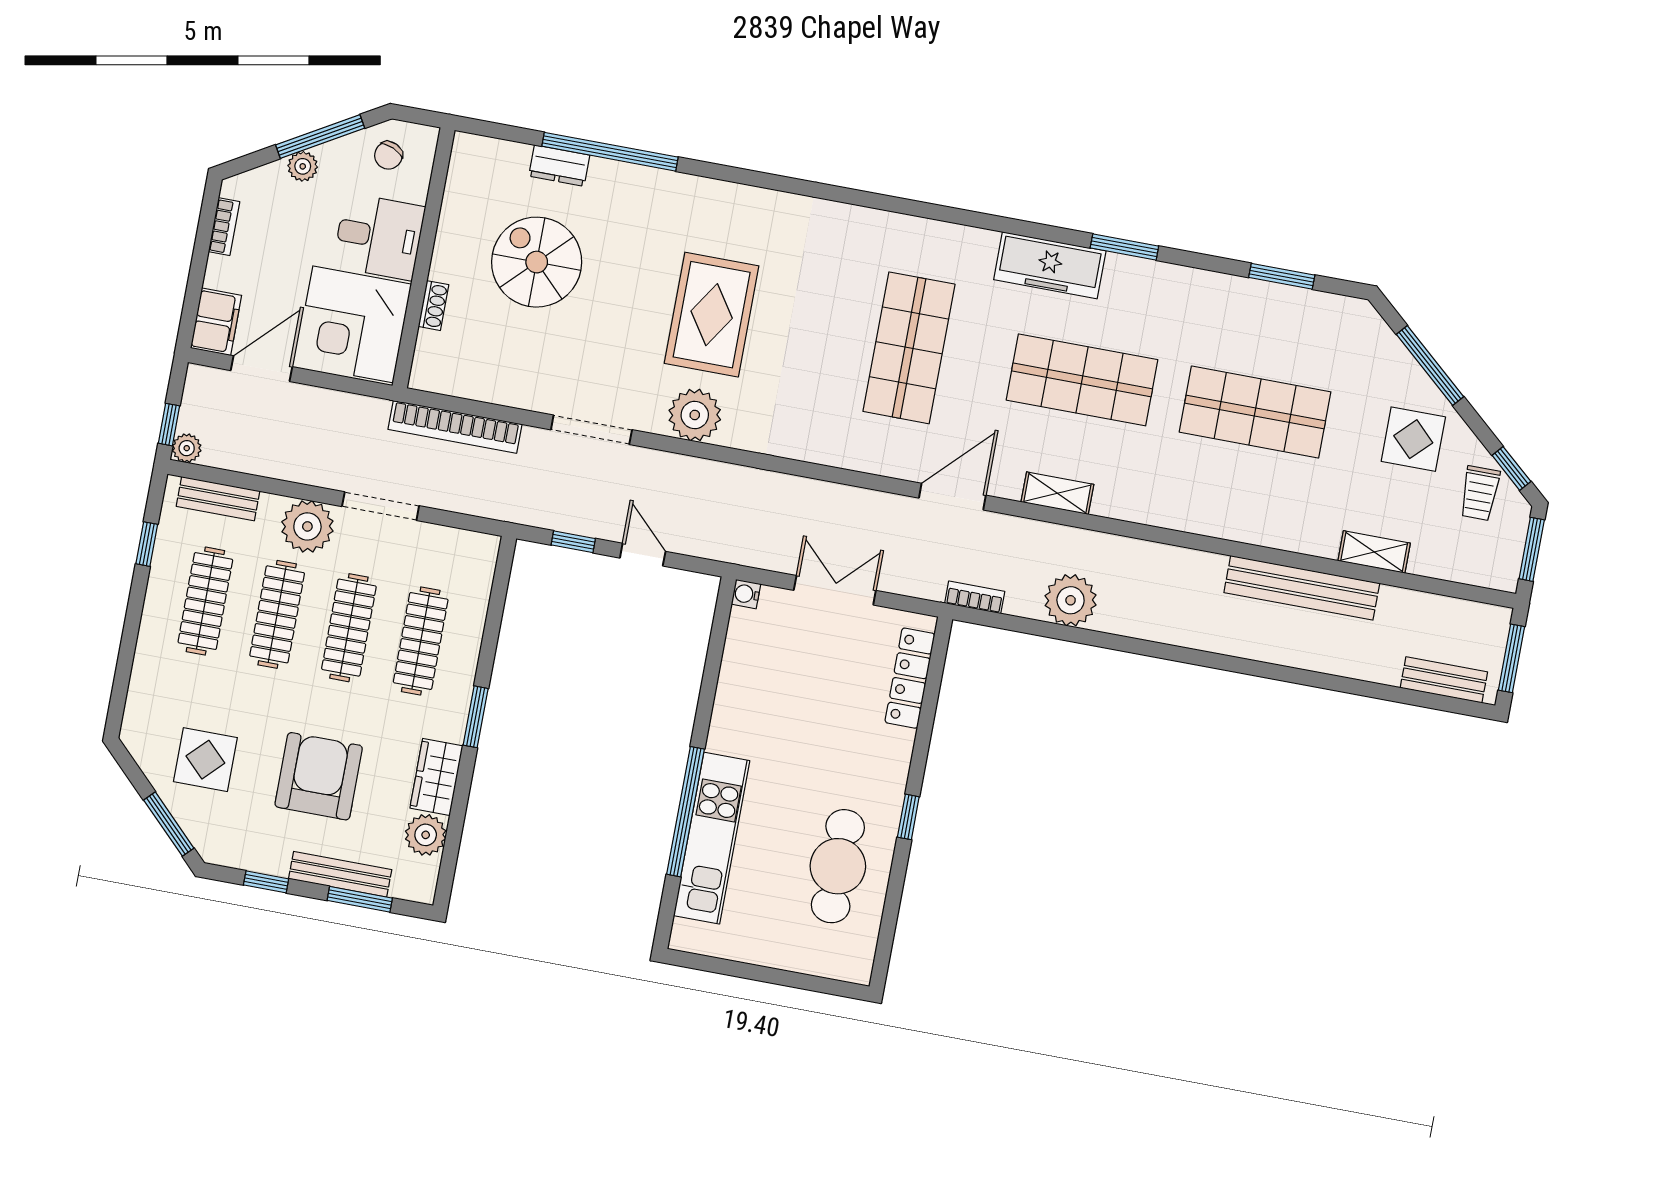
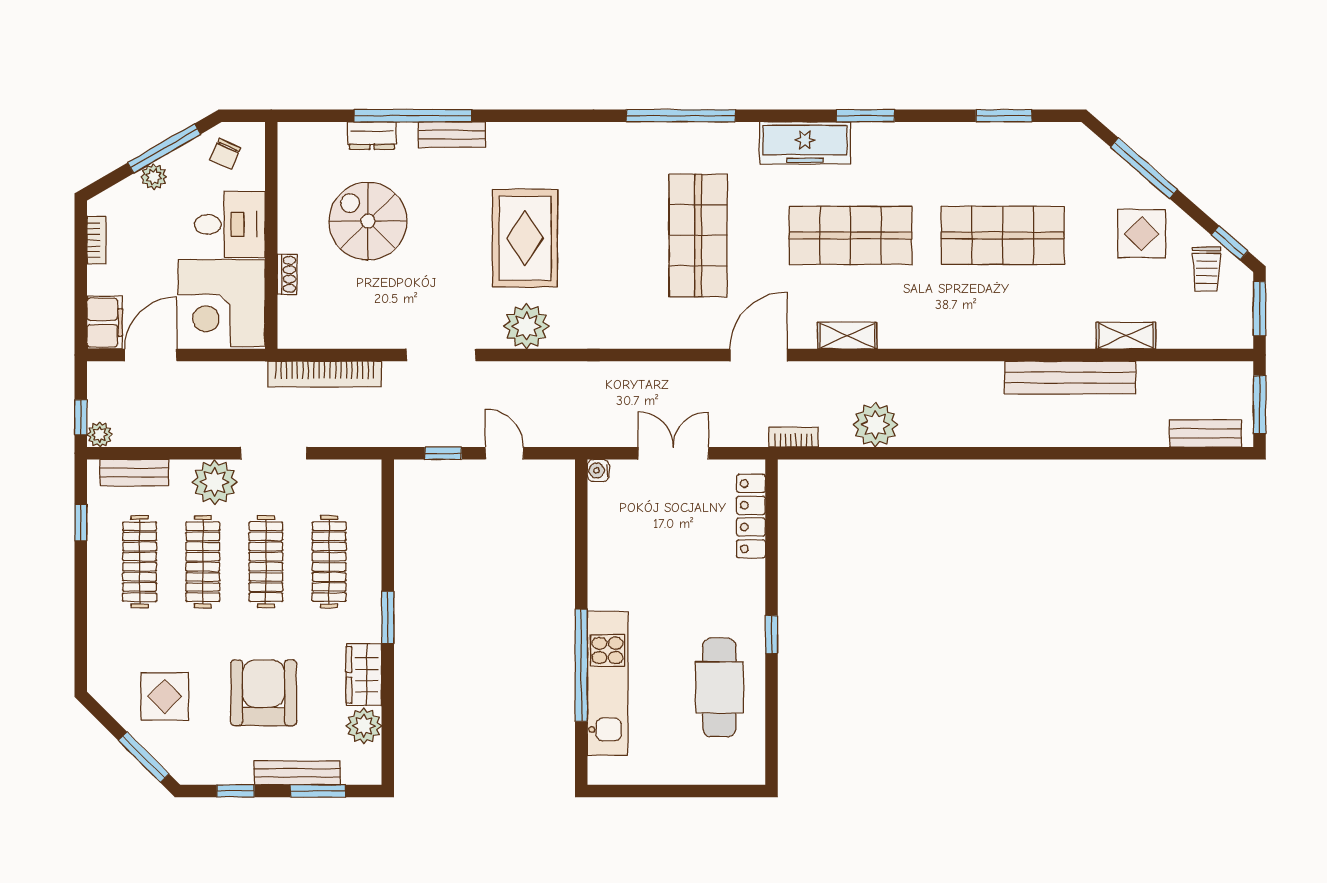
bench: (650, 181) -> (452, 135), added
window: (915, 208) -> (681, 116), added

